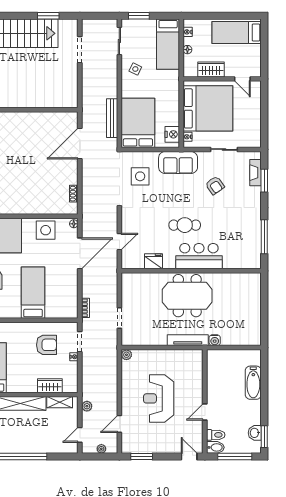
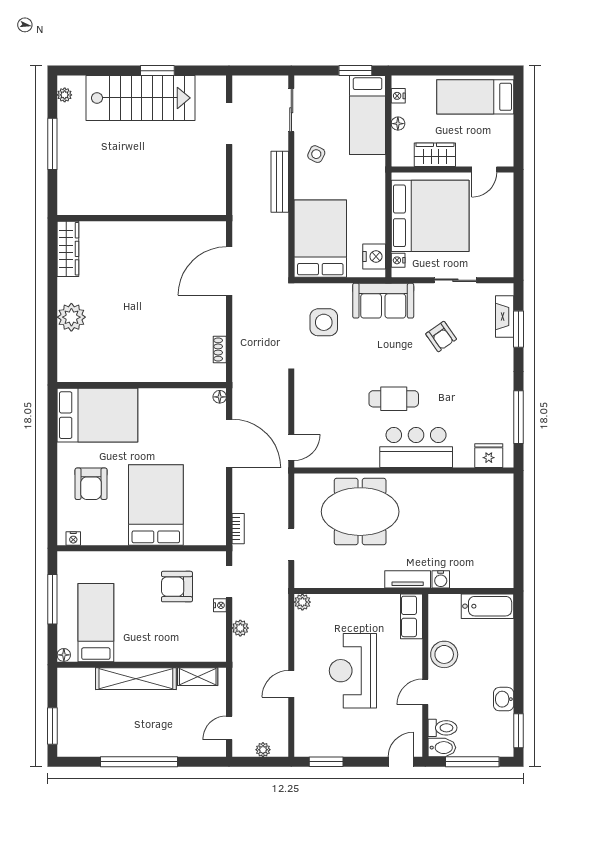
window: (48, 16) -> (157, 71), moved
window: (139, 16) -> (355, 71), moved
door: (242, 79) -> (484, 170), hinge flipped
bench: (112, 118) -> (280, 182), moved
side table: (46, 230) -> (176, 407), removed
door: (119, 242) -> (291, 447), moved
door: (80, 253) -> (229, 443), hinge flipped
fridge: (153, 261) -> (489, 456), moved
bed: (33, 293) -> (156, 505), width x1.50
meeting table: (187, 296) -> (360, 512), moved
tv unit: (188, 340) -> (408, 579), width x0.71
armchair: (46, 345) -> (177, 587), turned 180
row of seats: (196, 364) -> (412, 616), added
bathtub: (253, 383) -> (487, 606), moved, turned -90
wardrobe: (50, 386) -> (182, 651), removed
stool: (217, 388) -> (444, 654), added
plant: (87, 406) -> (240, 628), moved
door: (119, 424) -> (291, 684), moved
washbasin: (255, 433) -> (504, 699), moved
door: (189, 457) -> (401, 762), hinge flipped

